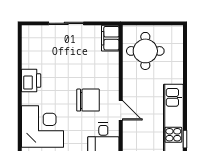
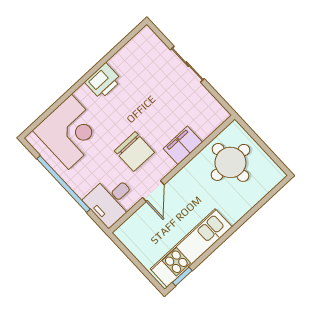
filing cabinet: (110, 38) -> (183, 145), moved

